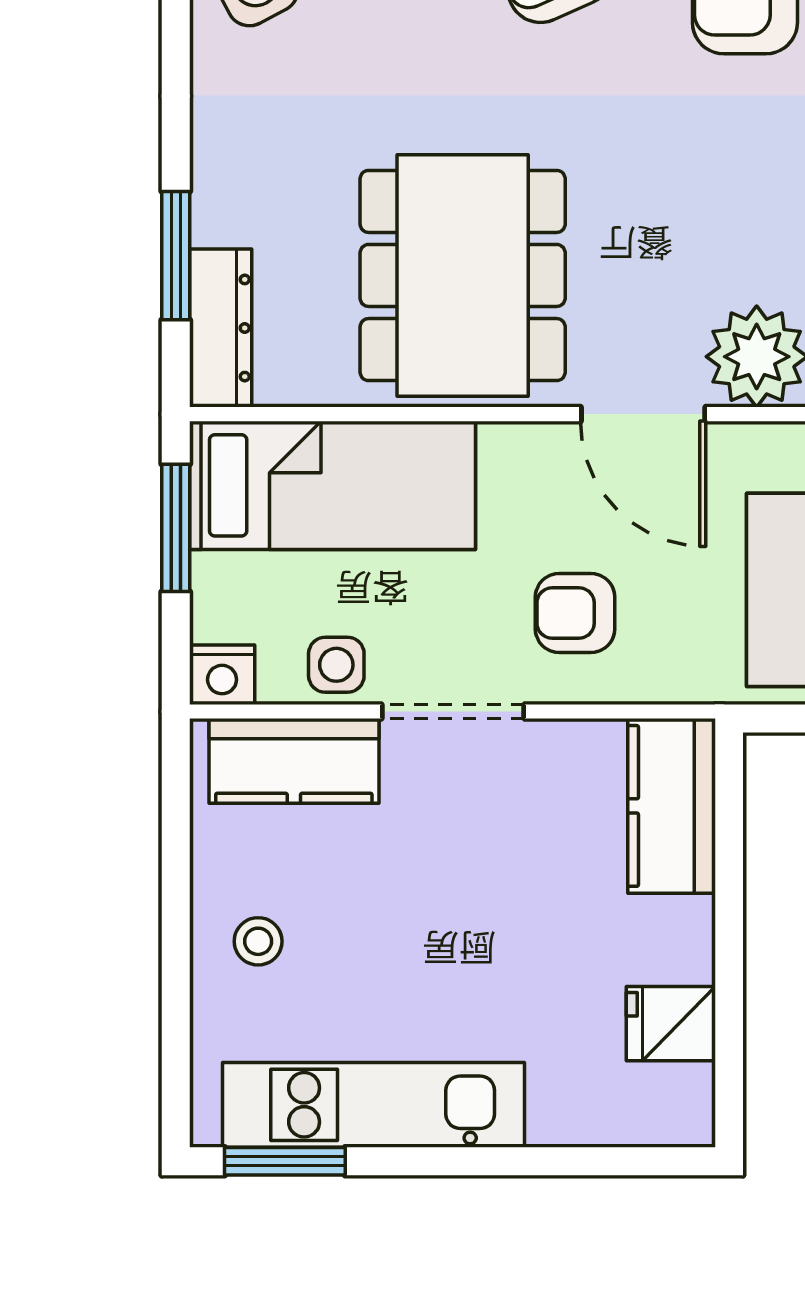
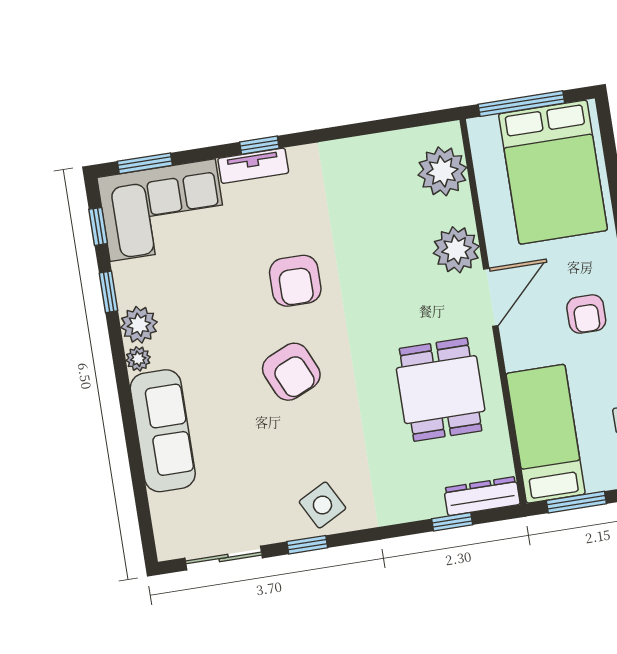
window: (176, 256) -> (452, 522), width x0.67
dining table: (463, 275) -> (441, 390), width x0.73

